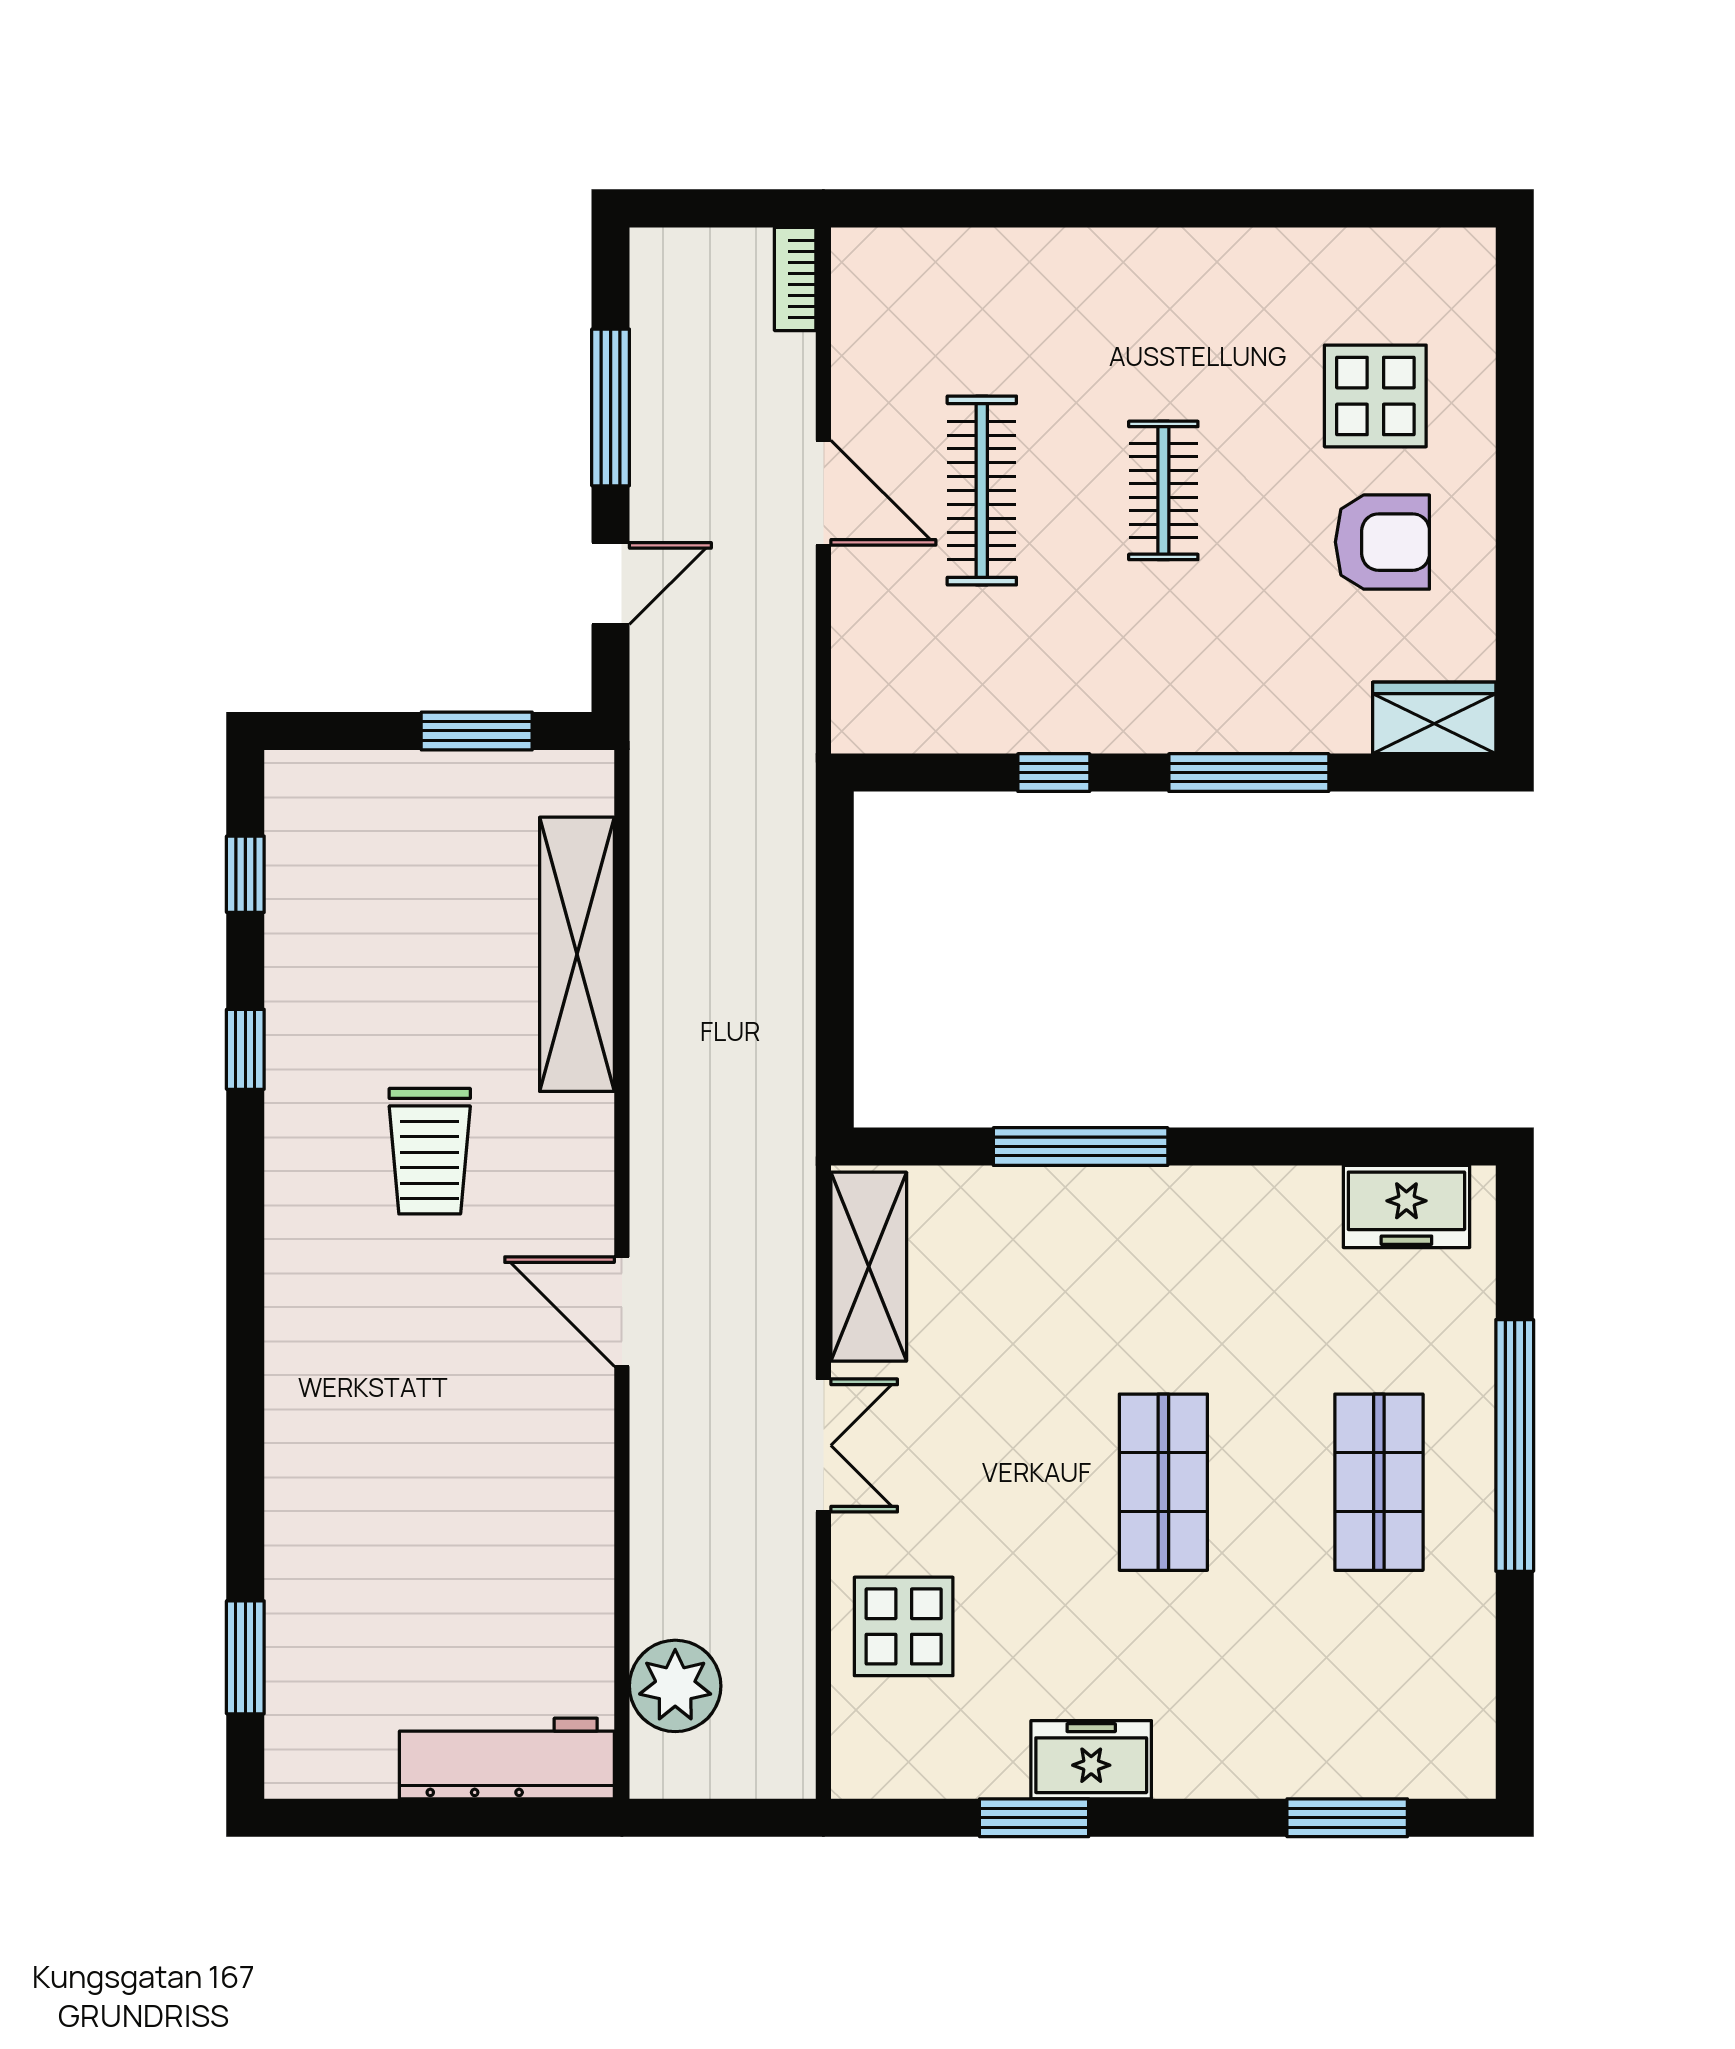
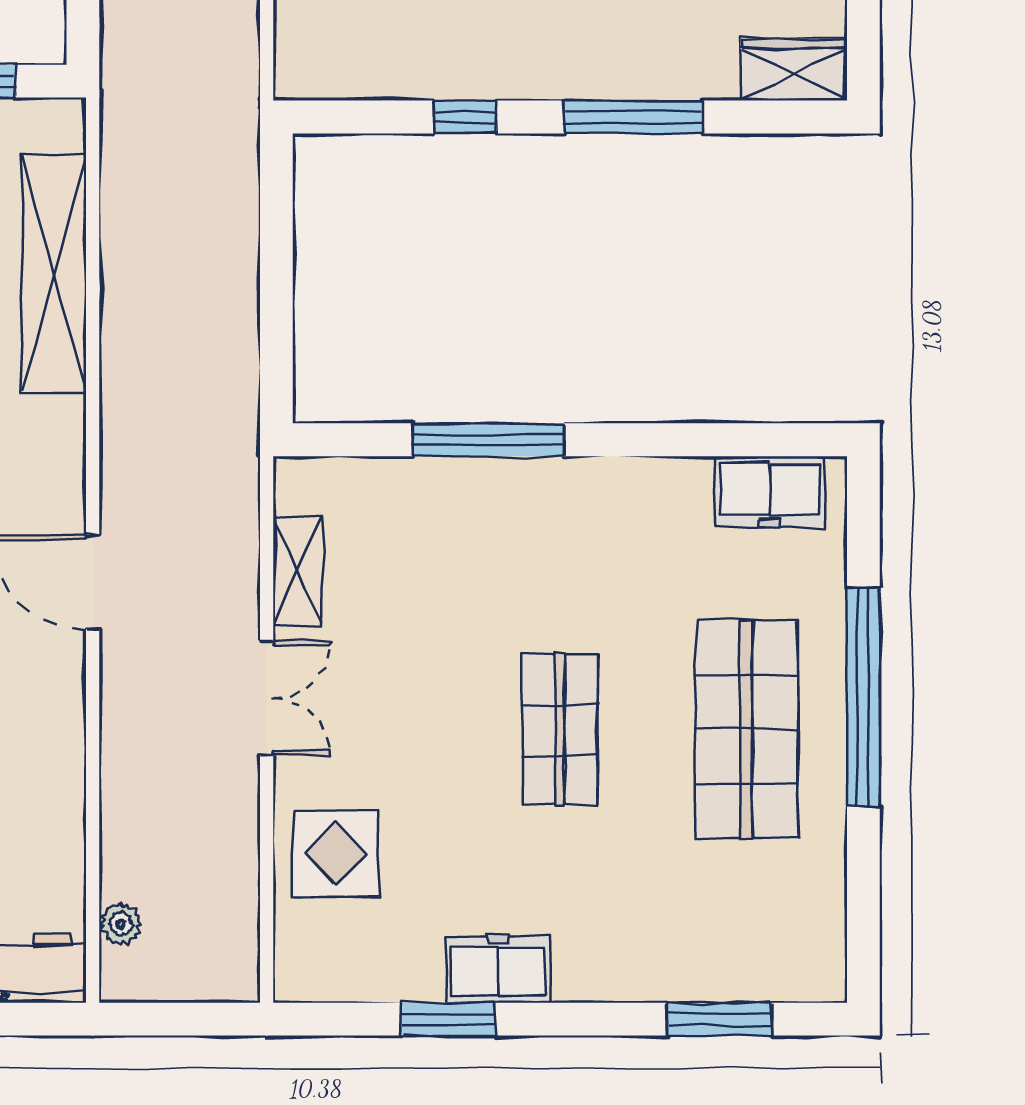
shelving: (869, 1267) -> (298, 571), width x0.67, depth x0.75
shop shelf: (1379, 1482) -> (746, 729), width x1.43, depth x1.36
plant: (675, 1686) -> (120, 924), width x0.53, depth x0.53

